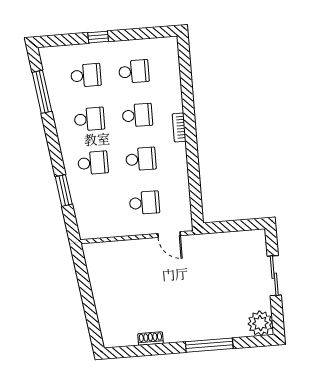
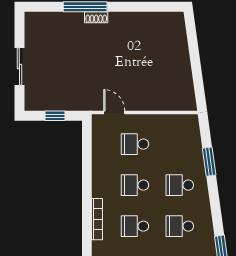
bookcase: (179, 128) -> (97, 219), width x1.56
window: (232, 226) -> (55, 116), added
plant: (260, 323) -> (36, 23), removed
shoe rack: (150, 339) -> (96, 17), moved

